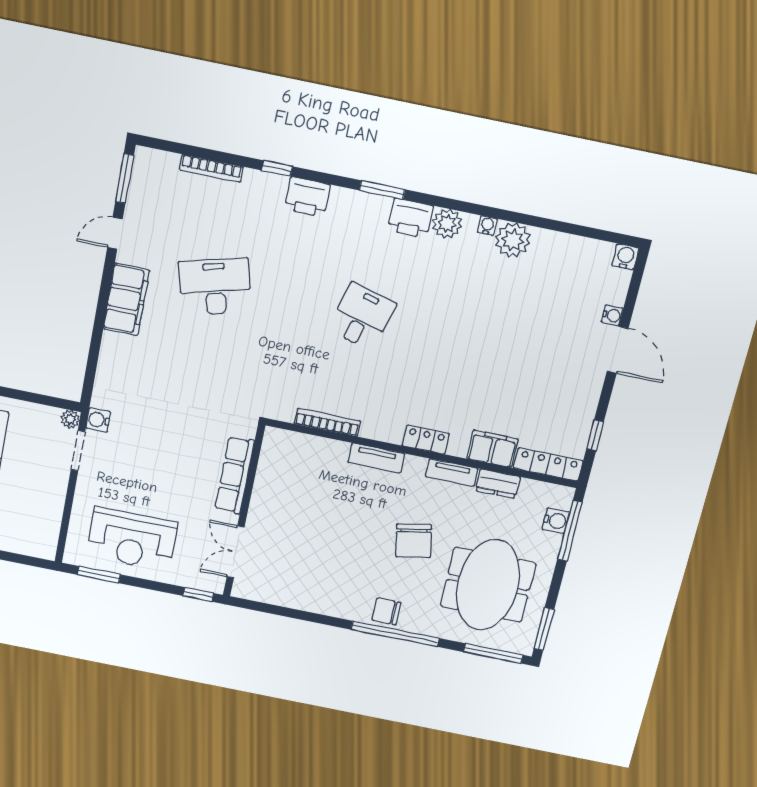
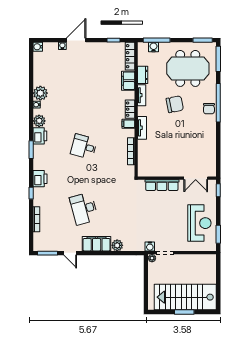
plant: (114, 346) -> (117, 245), added
filing cabinet: (392, 429) -> (128, 124), added

